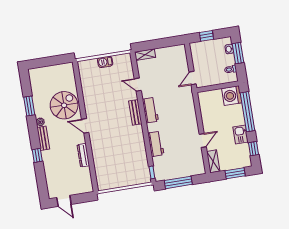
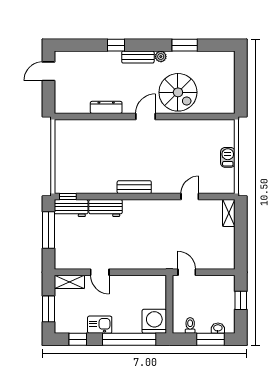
workbench: (150, 110) -> (71, 208), moved
bench: (135, 112) -> (134, 187), moved

